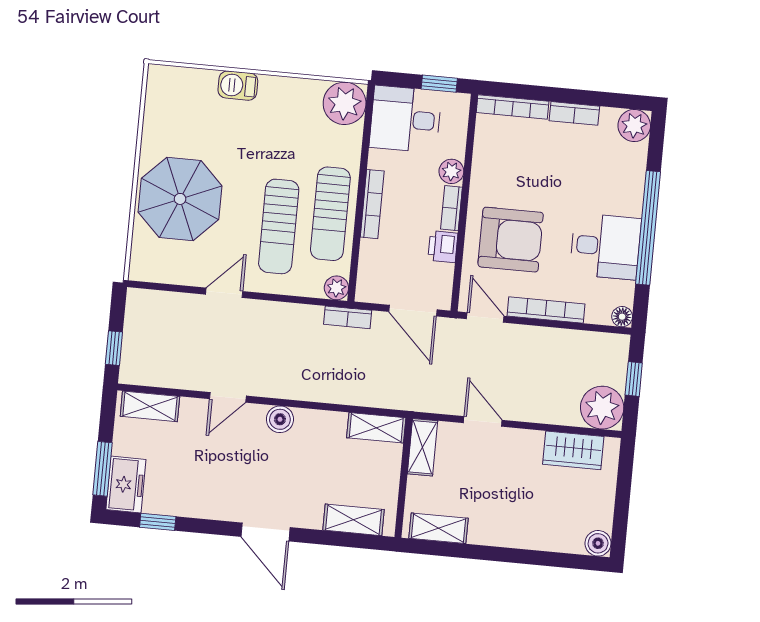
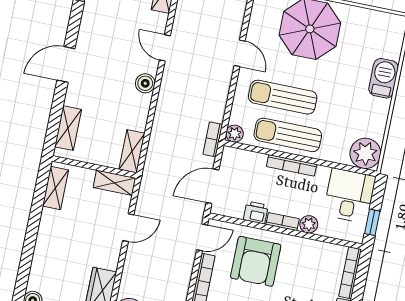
barbecue: (238, 86) -> (384, 78), width x1.38, depth x1.27

